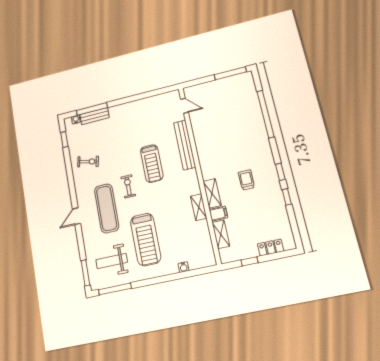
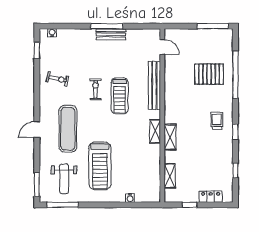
window: (92, 109) -> (107, 26), moved
bench: (94, 116) -> (111, 34), moved
pallet: (238, 120) -> (209, 74), added
trolley: (246, 180) -> (217, 121), moved
exercise bike: (128, 186) -> (96, 89), moved
window: (287, 197) -> (235, 170), moved
shelving: (199, 207) -> (155, 131), moved
filing cabinet: (218, 214) -> (172, 157), removed
weight bench: (112, 261) -> (64, 179), turned -90

